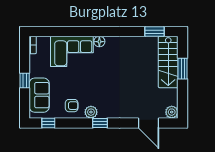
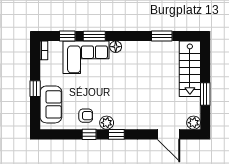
window: (54, 32) -> (67, 36), added
window: (79, 32) -> (94, 36), added
window: (154, 32) -> (162, 36), moved
window: (183, 69) -> (205, 94), moved
window: (48, 123) -> (89, 134), moved

